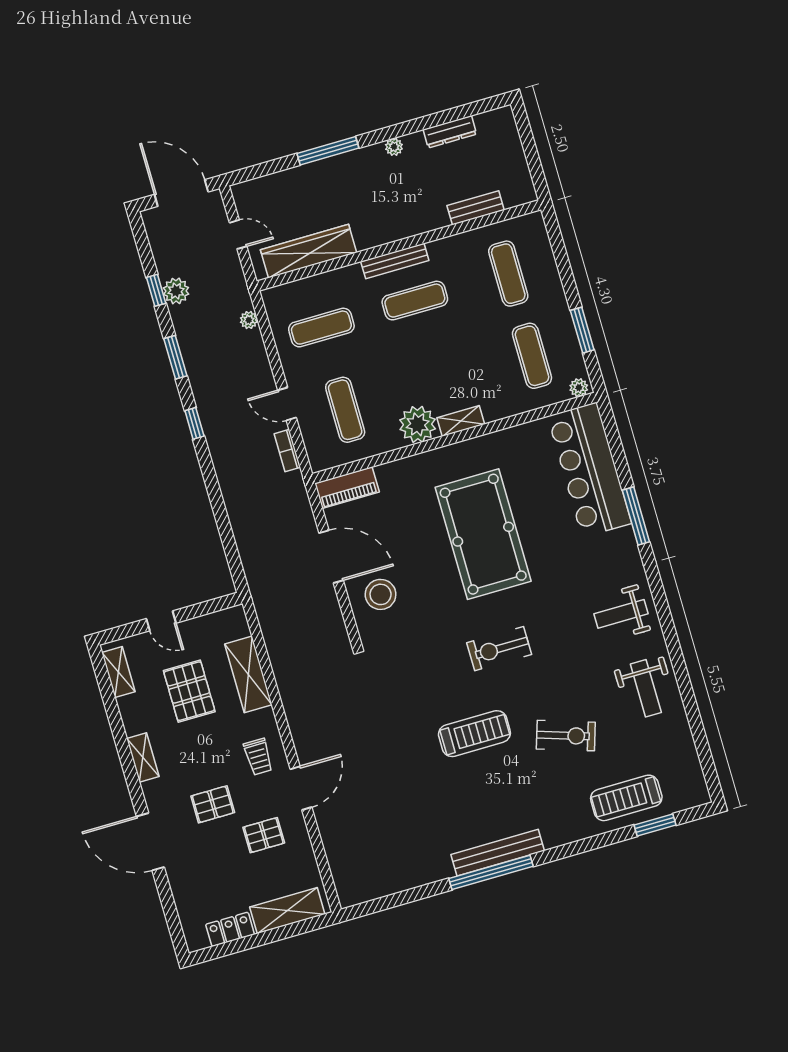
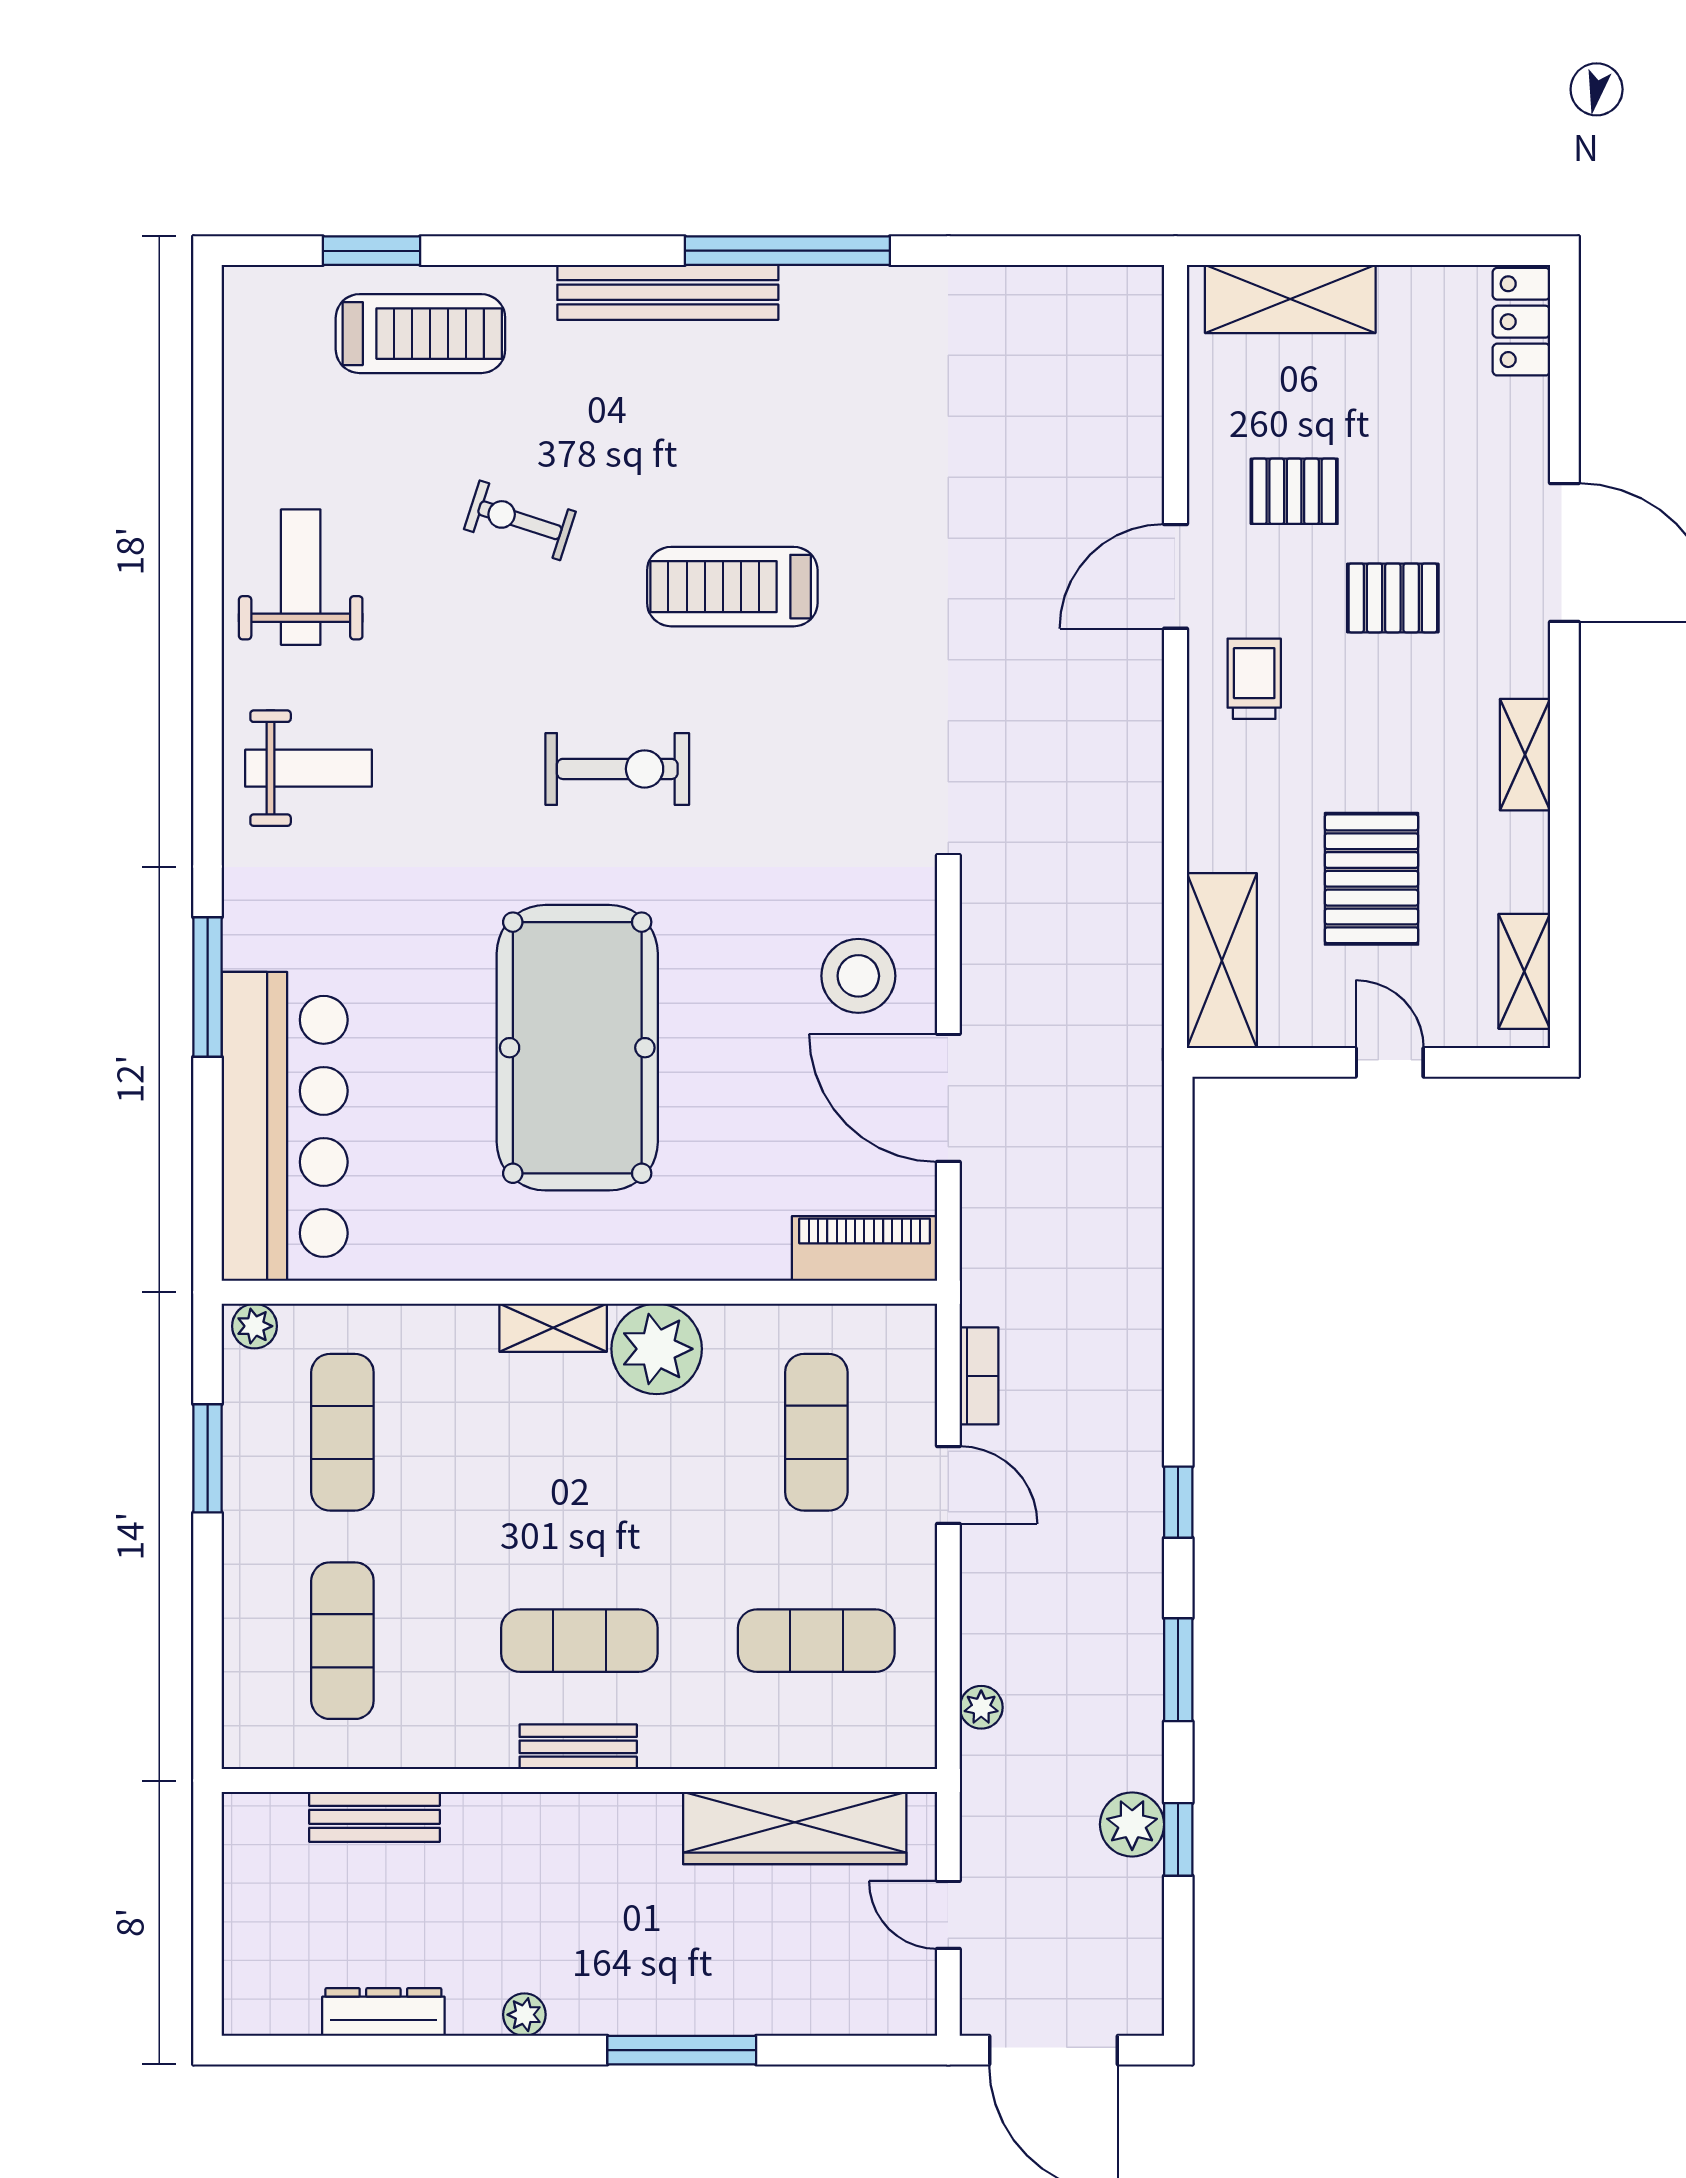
bench: (395, 261) -> (578, 1747), width x0.73
shelving: (248, 674) -> (1222, 961), moved
exercise bike: (566, 736) -> (520, 520), width x0.73, depth x0.72
bench: (498, 853) -> (668, 292), moved
locker: (230, 929) -> (1521, 322), moved, turned 90

